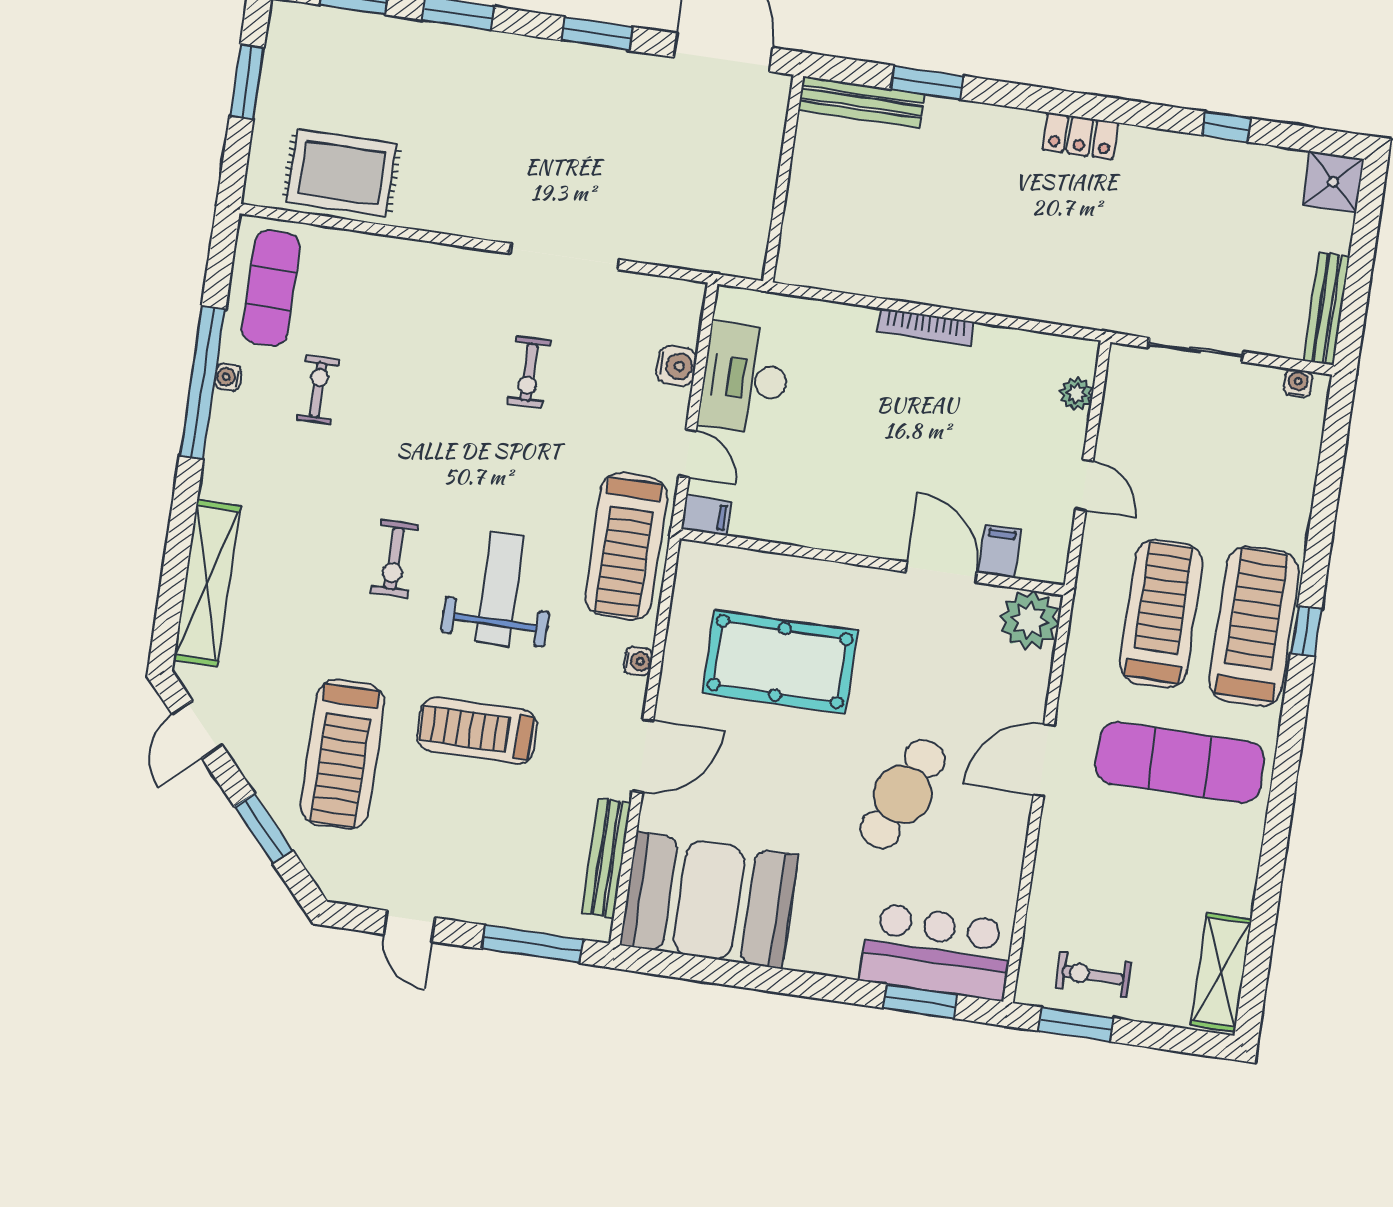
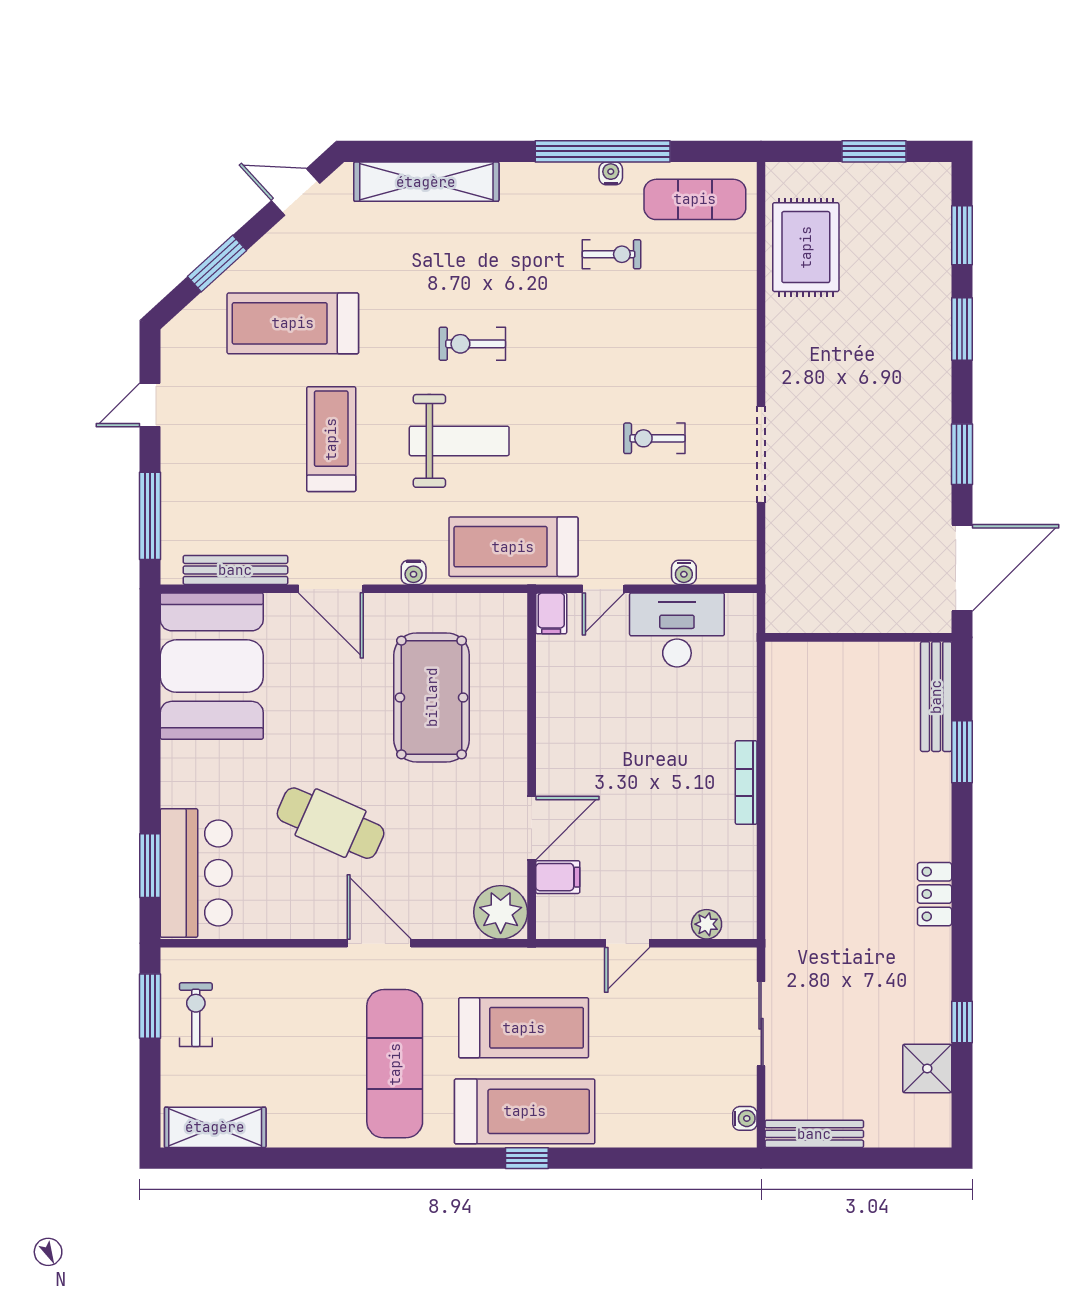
shower: (1333, 182) -> (927, 1068), moved
water cooler: (677, 366) -> (684, 572), width x0.72, depth x0.72

